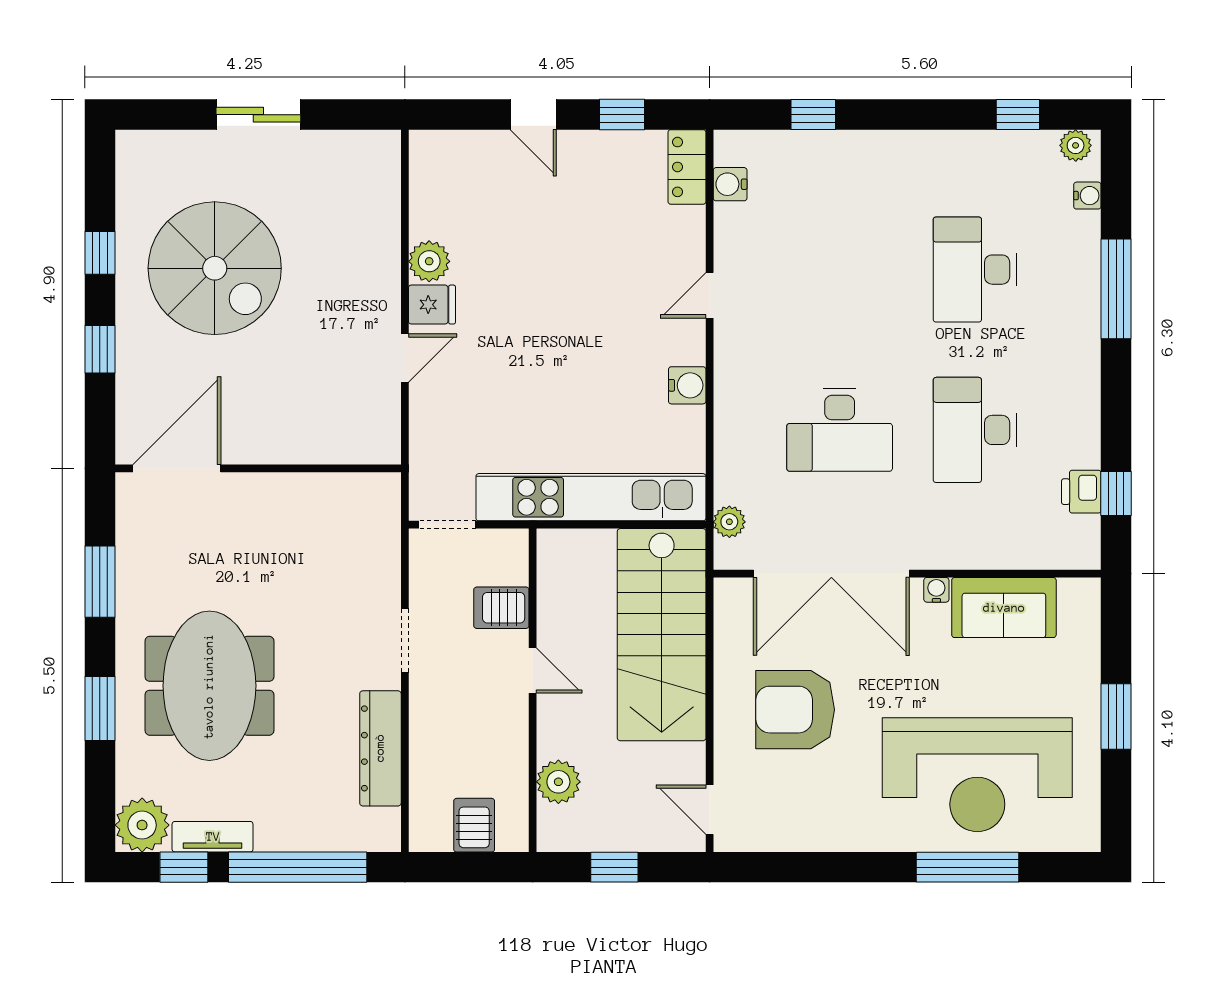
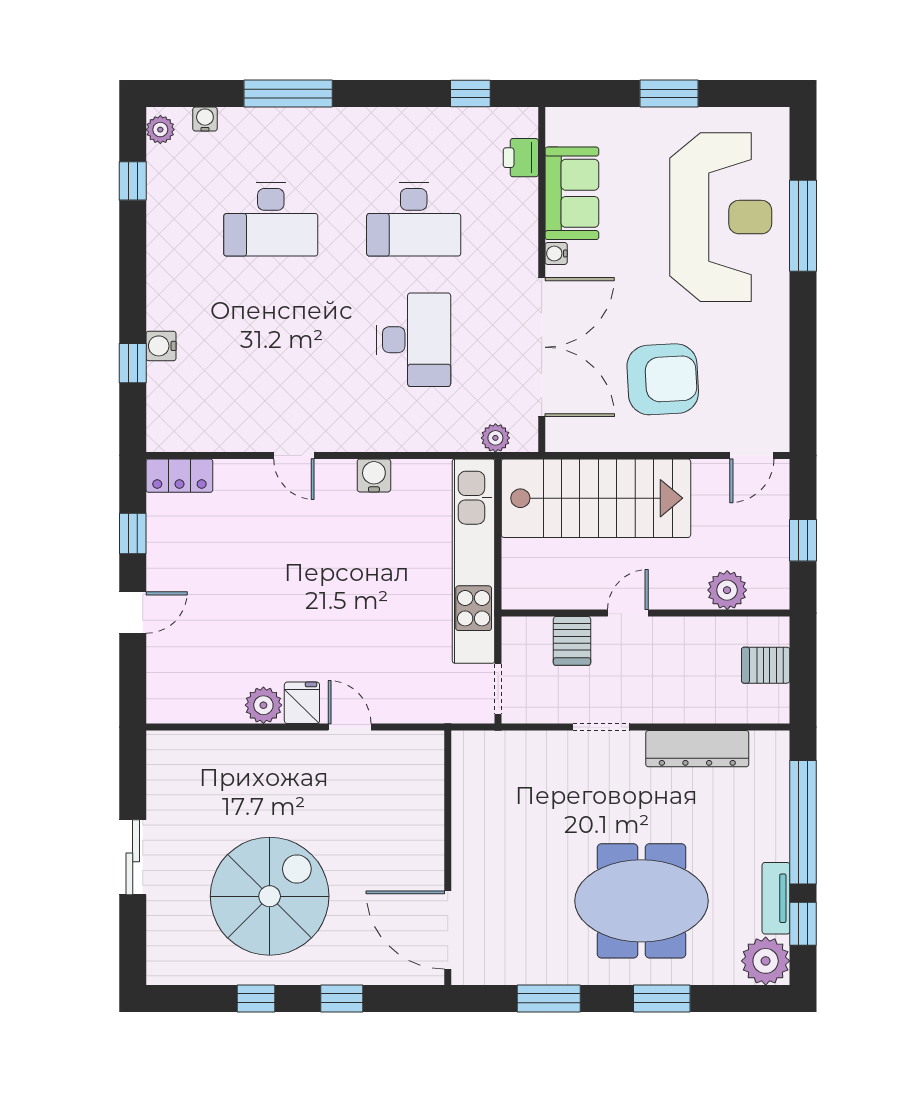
water cooler: (730, 184) -> (161, 346), moved, turned 90
printer: (1081, 492) -> (521, 158), moved, turned 90
armchair: (795, 710) -> (663, 379), turned -93

